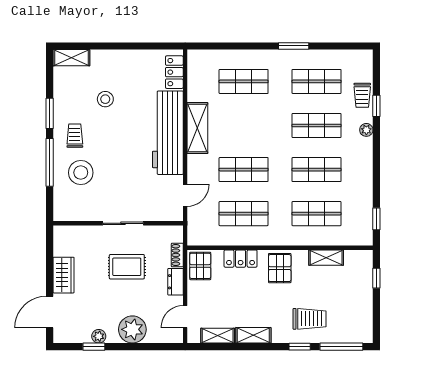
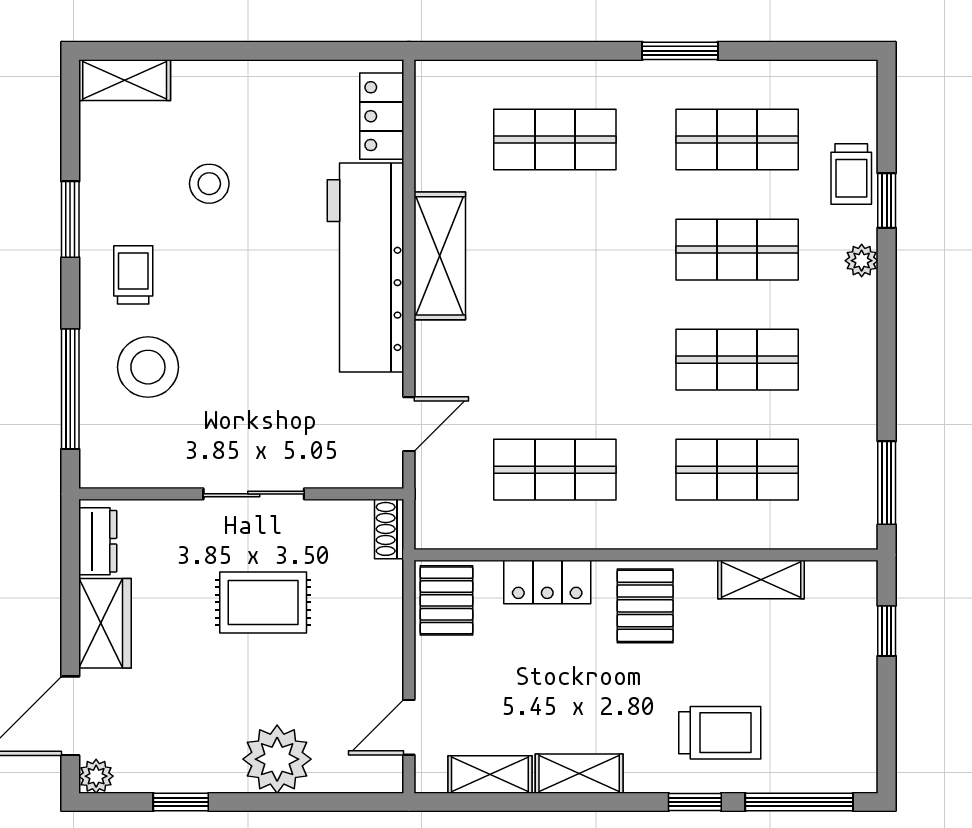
window: (50, 162) -> (70, 389), moved
shop shelf: (244, 170) -> (555, 360), removed
window: (376, 219) -> (887, 483), width x1.50
shoe rack: (177, 255) -> (389, 529), moved
dresser: (176, 282) -> (98, 541), moved, turned 180
plant: (99, 336) -> (96, 776), moved

